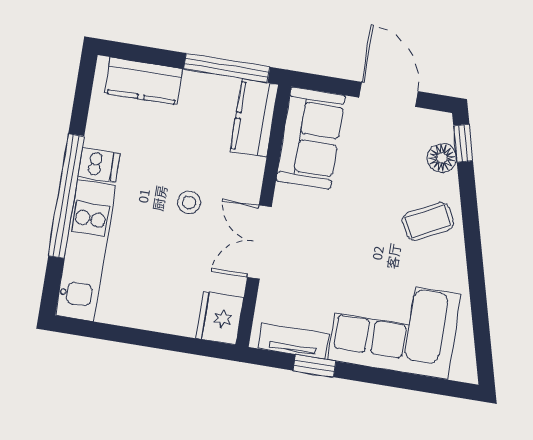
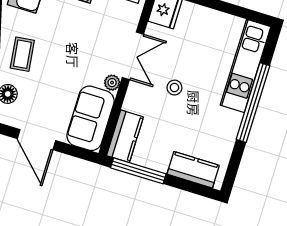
dishwasher: (99, 165) -> (229, 120), removed
plant: (285, 197) -> (112, 83), added
coffee table: (428, 221) -> (22, 54), turned -70

